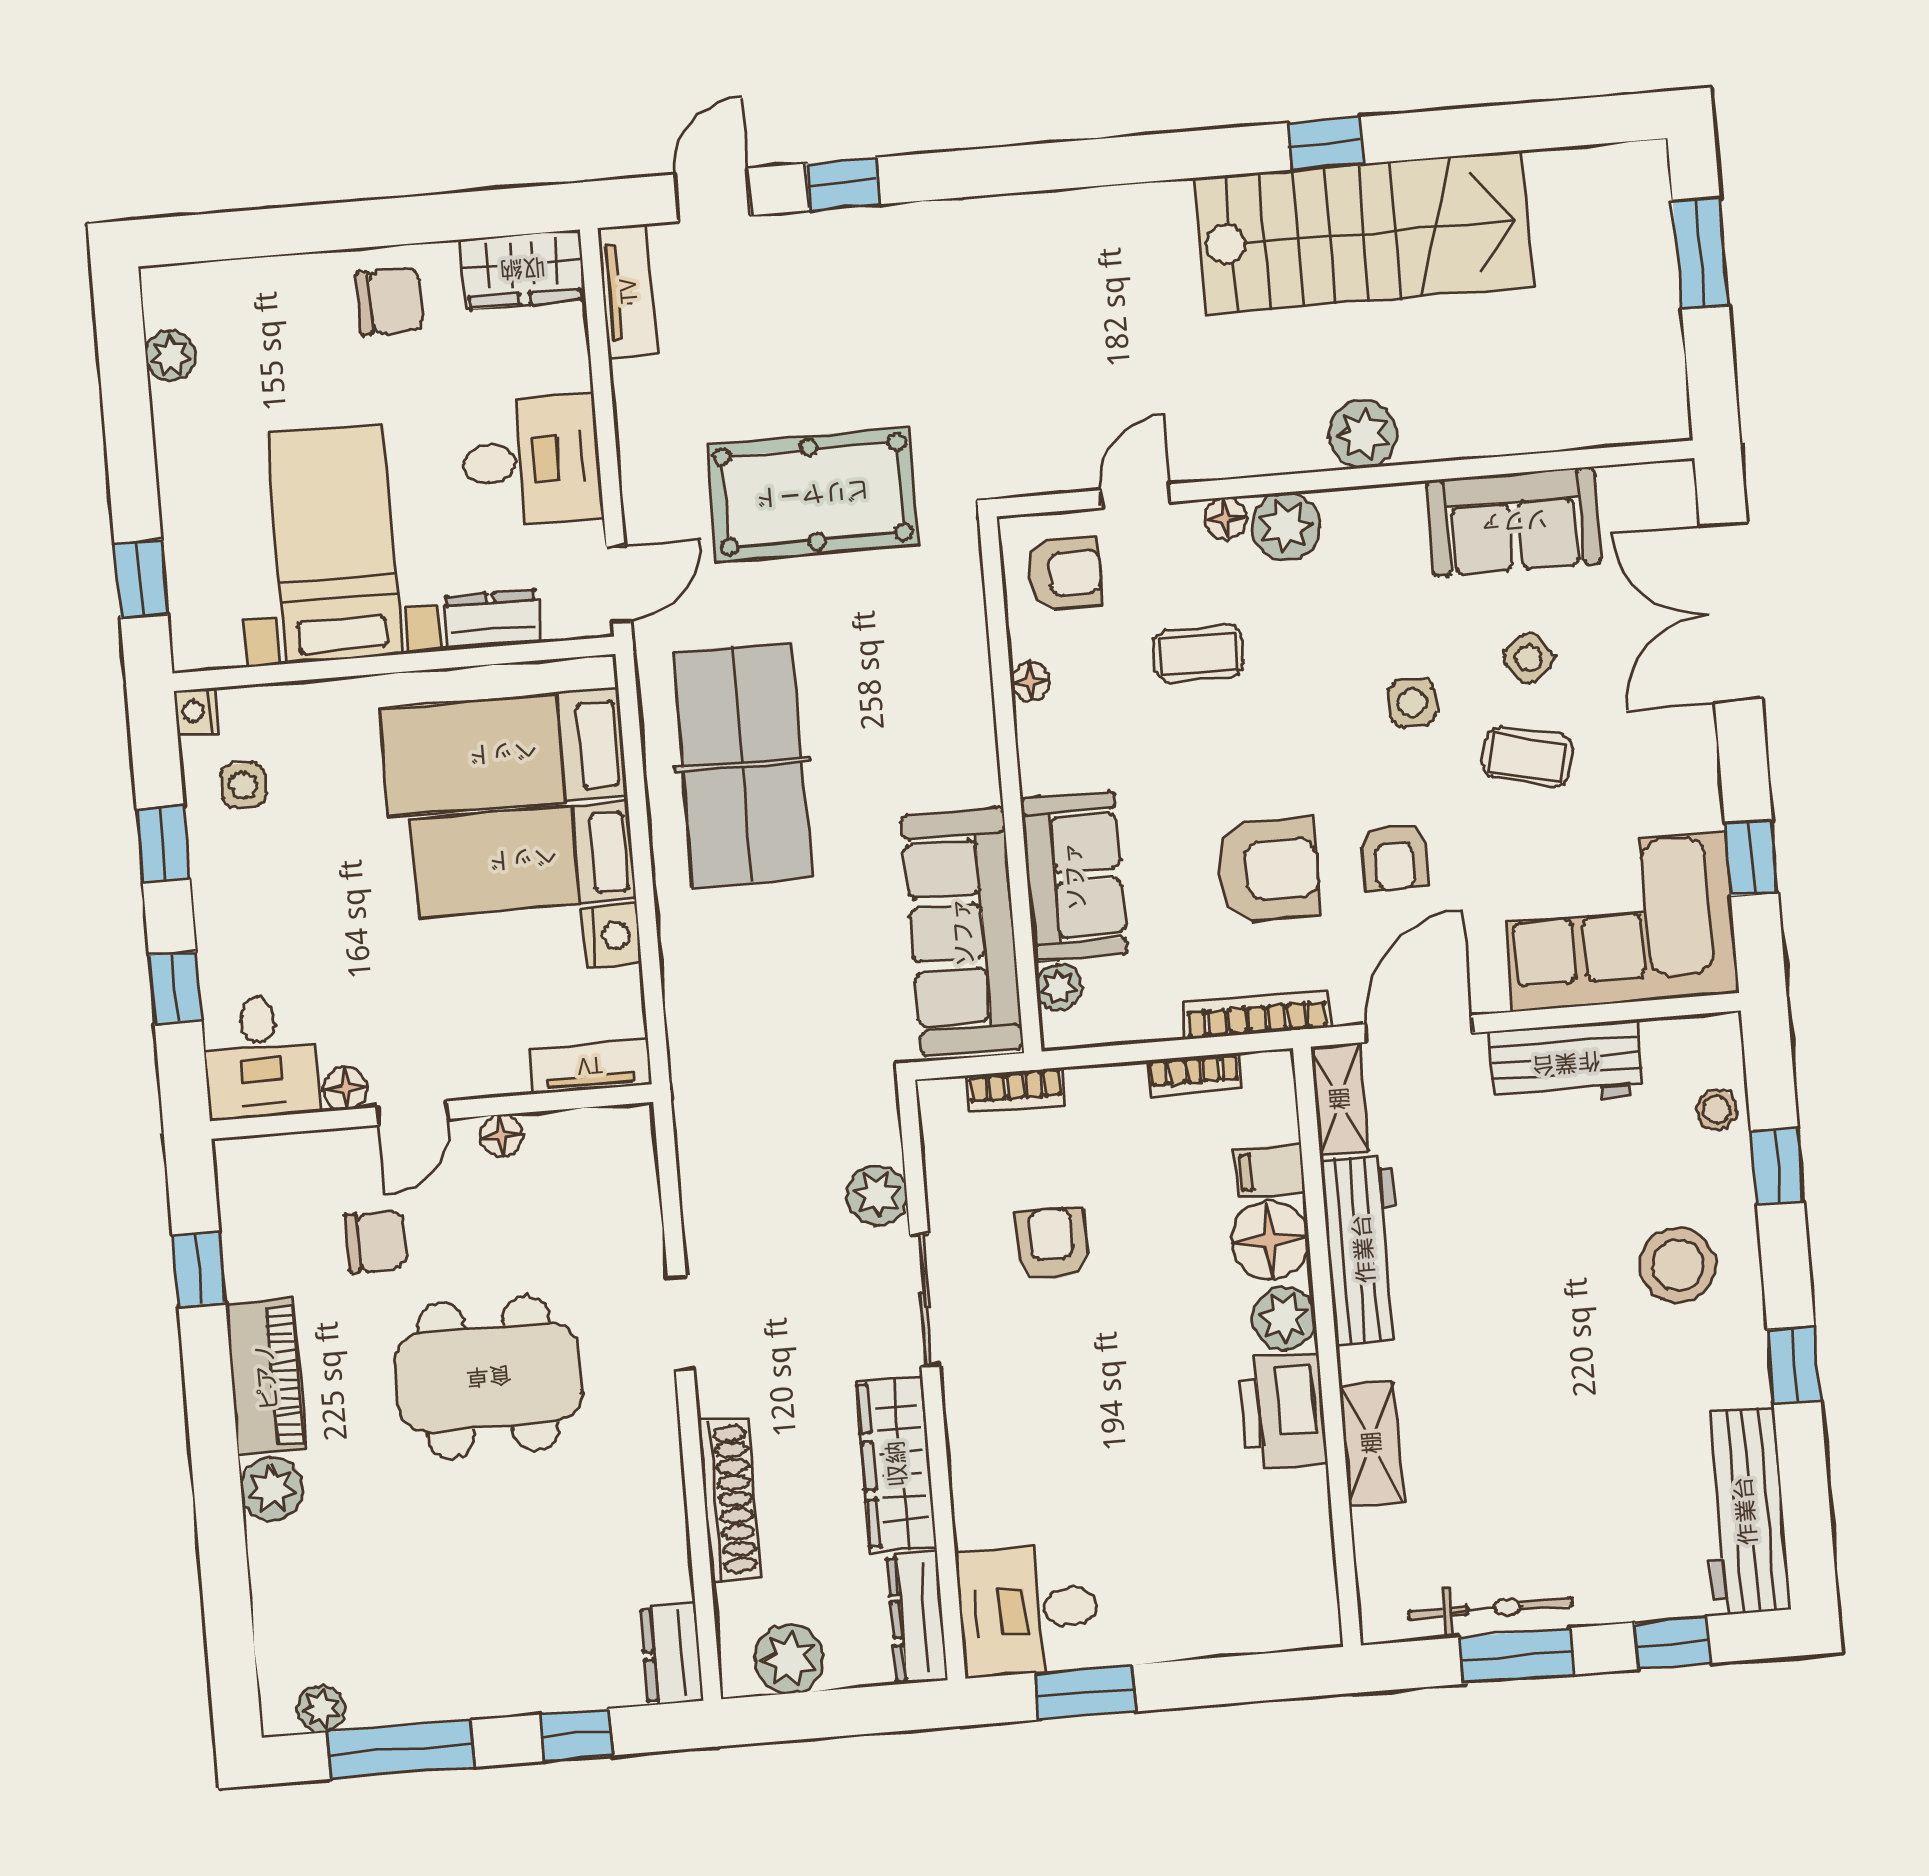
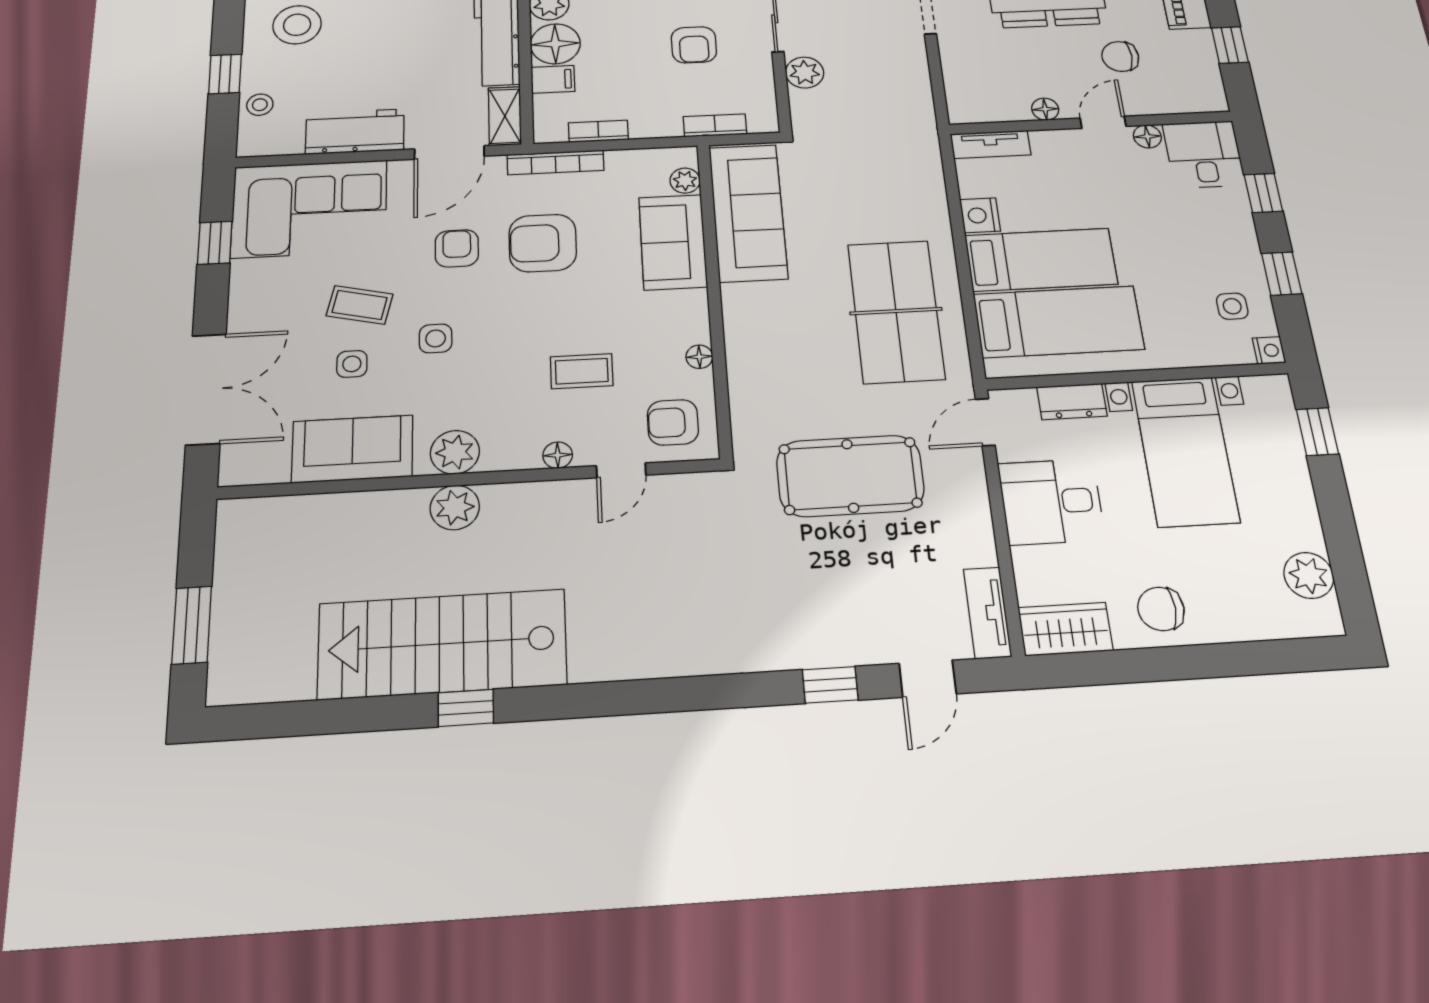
plant: (171, 356) -> (1309, 575), width x1.38, depth x1.38
plant: (1286, 527) -> (455, 452), moved
side table: (1529, 658) -> (352, 364), turned 38

